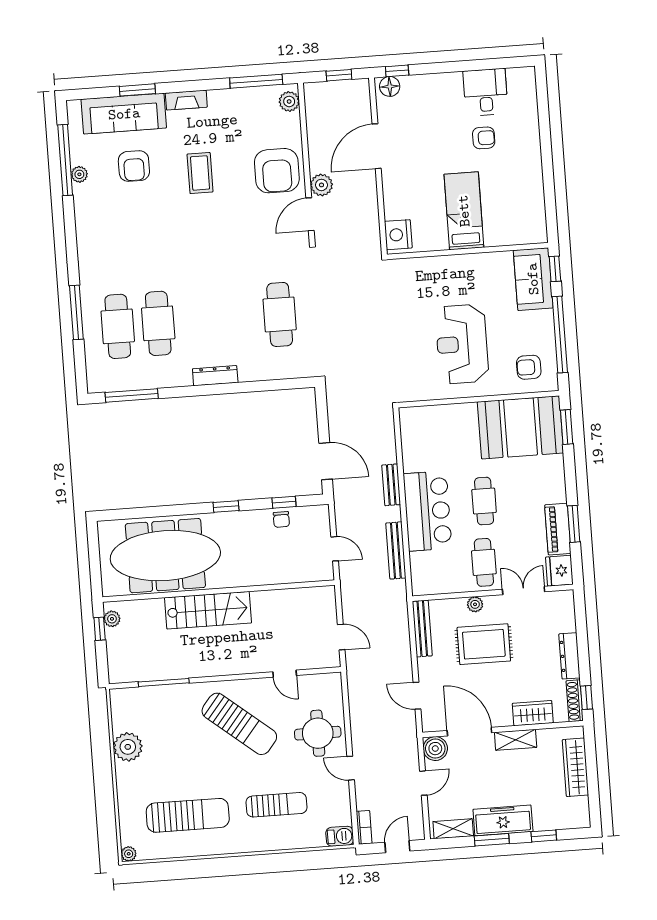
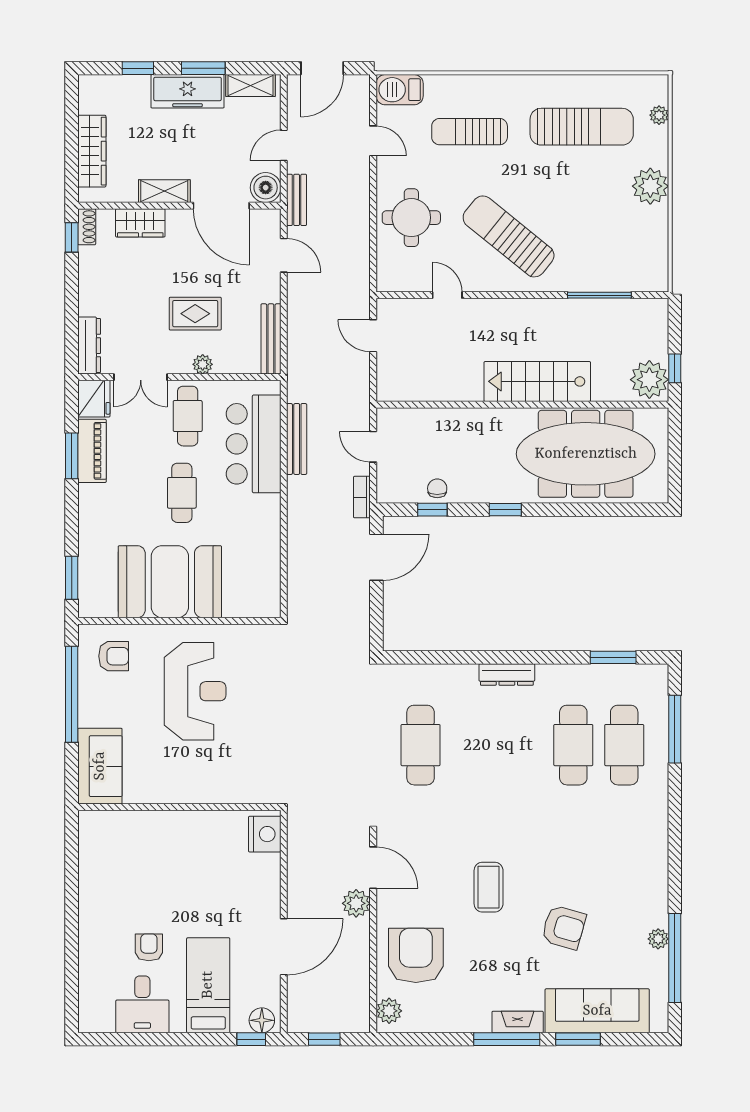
window: (256, 81) -> (507, 1039), moved
armchair: (484, 138) -> (149, 947), turned 90
armchair: (134, 166) -> (564, 927), moved, turned 106
armchair: (277, 171) -> (416, 955), moved
coffee table: (200, 173) -> (489, 887), moved
bed: (464, 211) -> (208, 985), moved, turned 180
door: (310, 214) -> (373, 868), hinge flipped
window: (555, 269) -> (72, 777), removed
window: (76, 312) -> (675, 729), moved
window: (132, 395) -> (613, 657), width x0.69
booth: (520, 427) -> (170, 582), moved
door: (326, 461) -> (376, 557), swing flipped
bench: (391, 485) -> (297, 200), moved
bar counter: (427, 511) -> (254, 444), moved
plant: (112, 619) -> (649, 380), width x1.88, depth x1.88
rug: (484, 644) -> (195, 314), width x0.73, depth x0.70
dresser: (569, 656) -> (89, 346), moved
shoe rack: (575, 701) -> (87, 227), width x0.70
plant: (128, 747) -> (650, 186), moved
door: (351, 768) -> (373, 141), moved
sun lounger: (188, 815) -> (582, 127), turned 180
bookcase: (364, 827) -> (362, 497), moved
barbecue: (340, 836) -> (400, 90), width x1.38, depth x1.27
door: (397, 847) -> (322, 68), width x1.38
plant: (129, 854) -> (659, 115), moved

